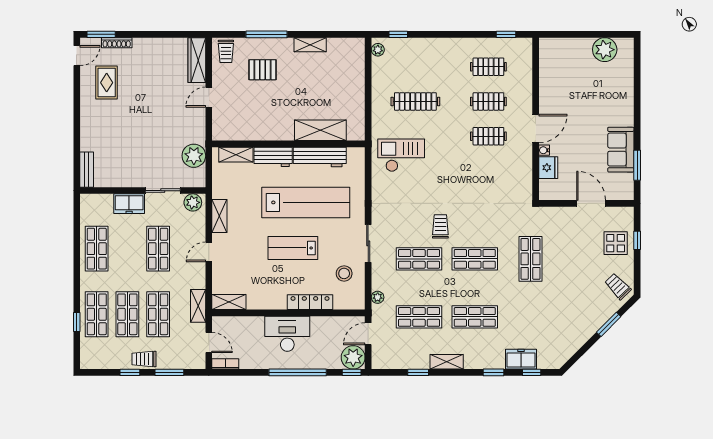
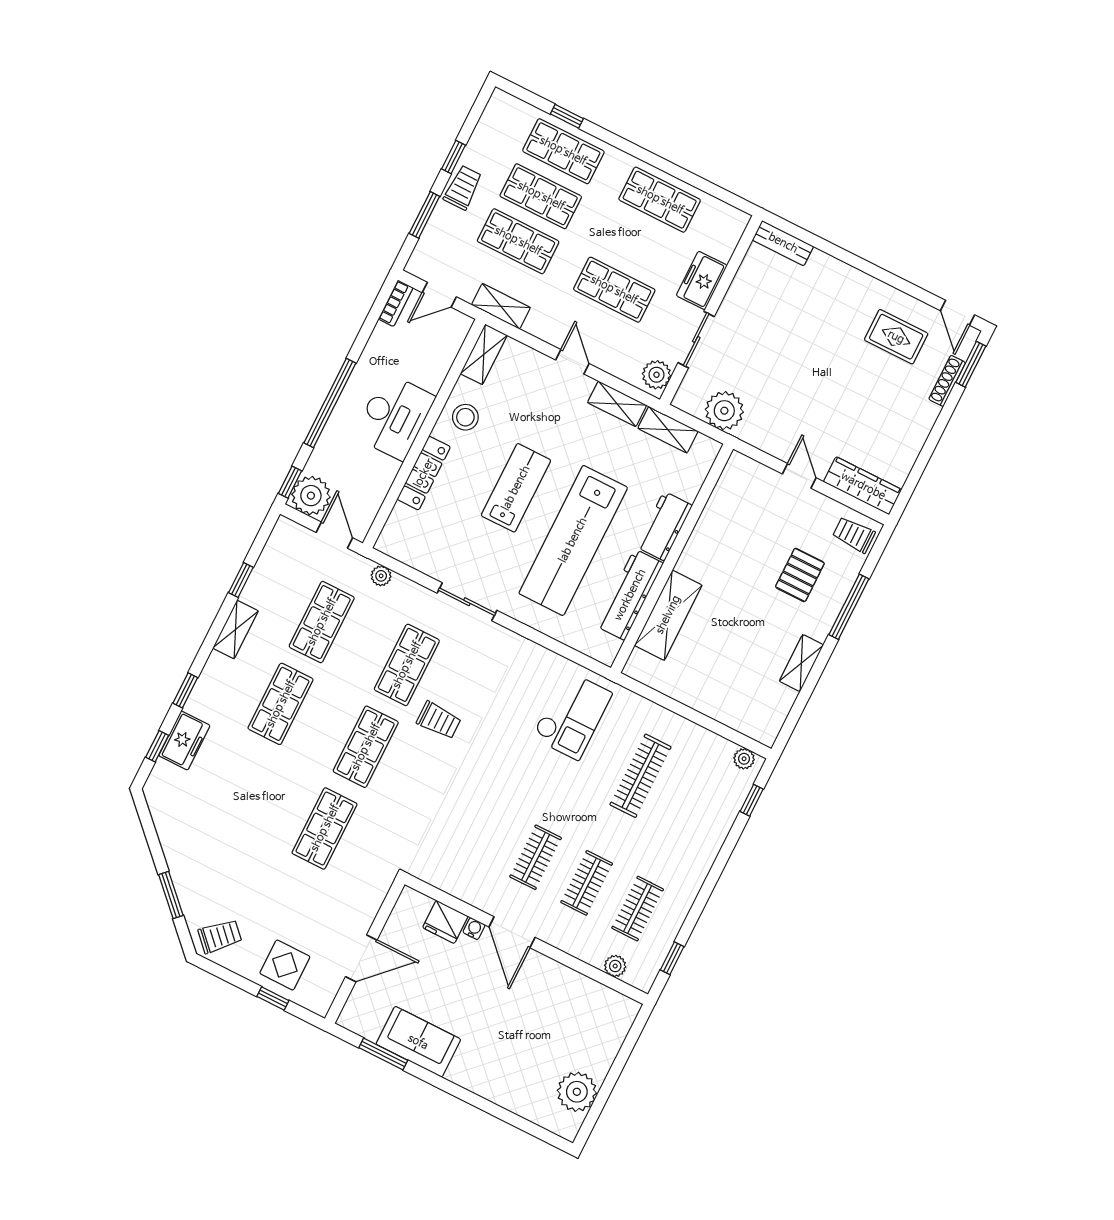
plant: (526, 63) -> (615, 966), added
shelving: (236, 155) -> (668, 430), moved, turned 90
shop shelf: (531, 259) -> (325, 828), turned 90
stool: (344, 273) -> (465, 417), moved

